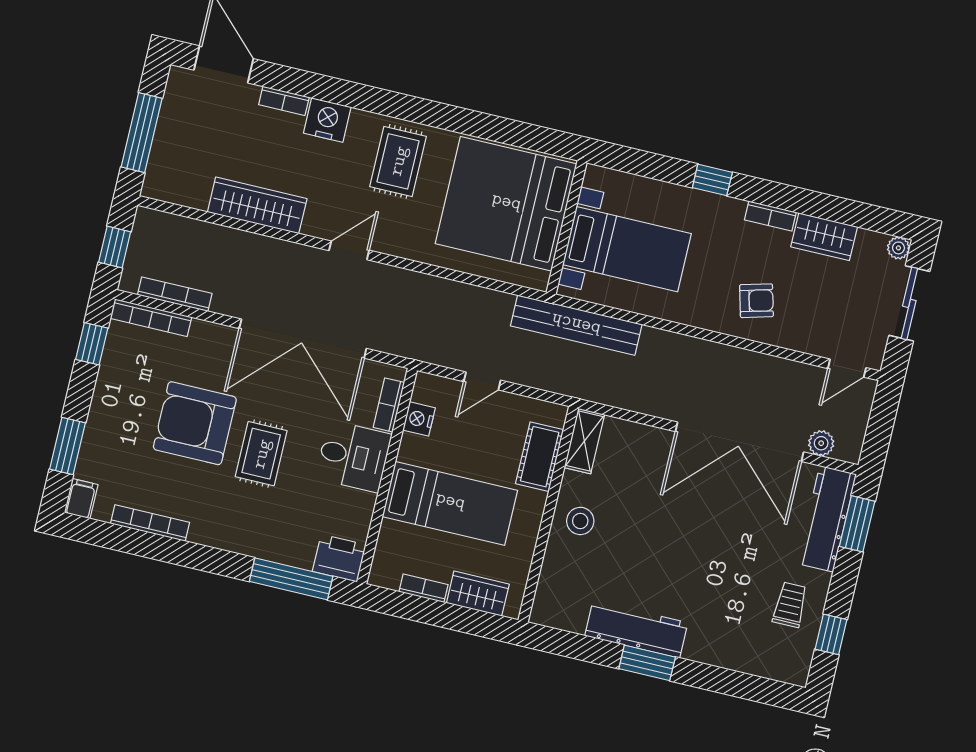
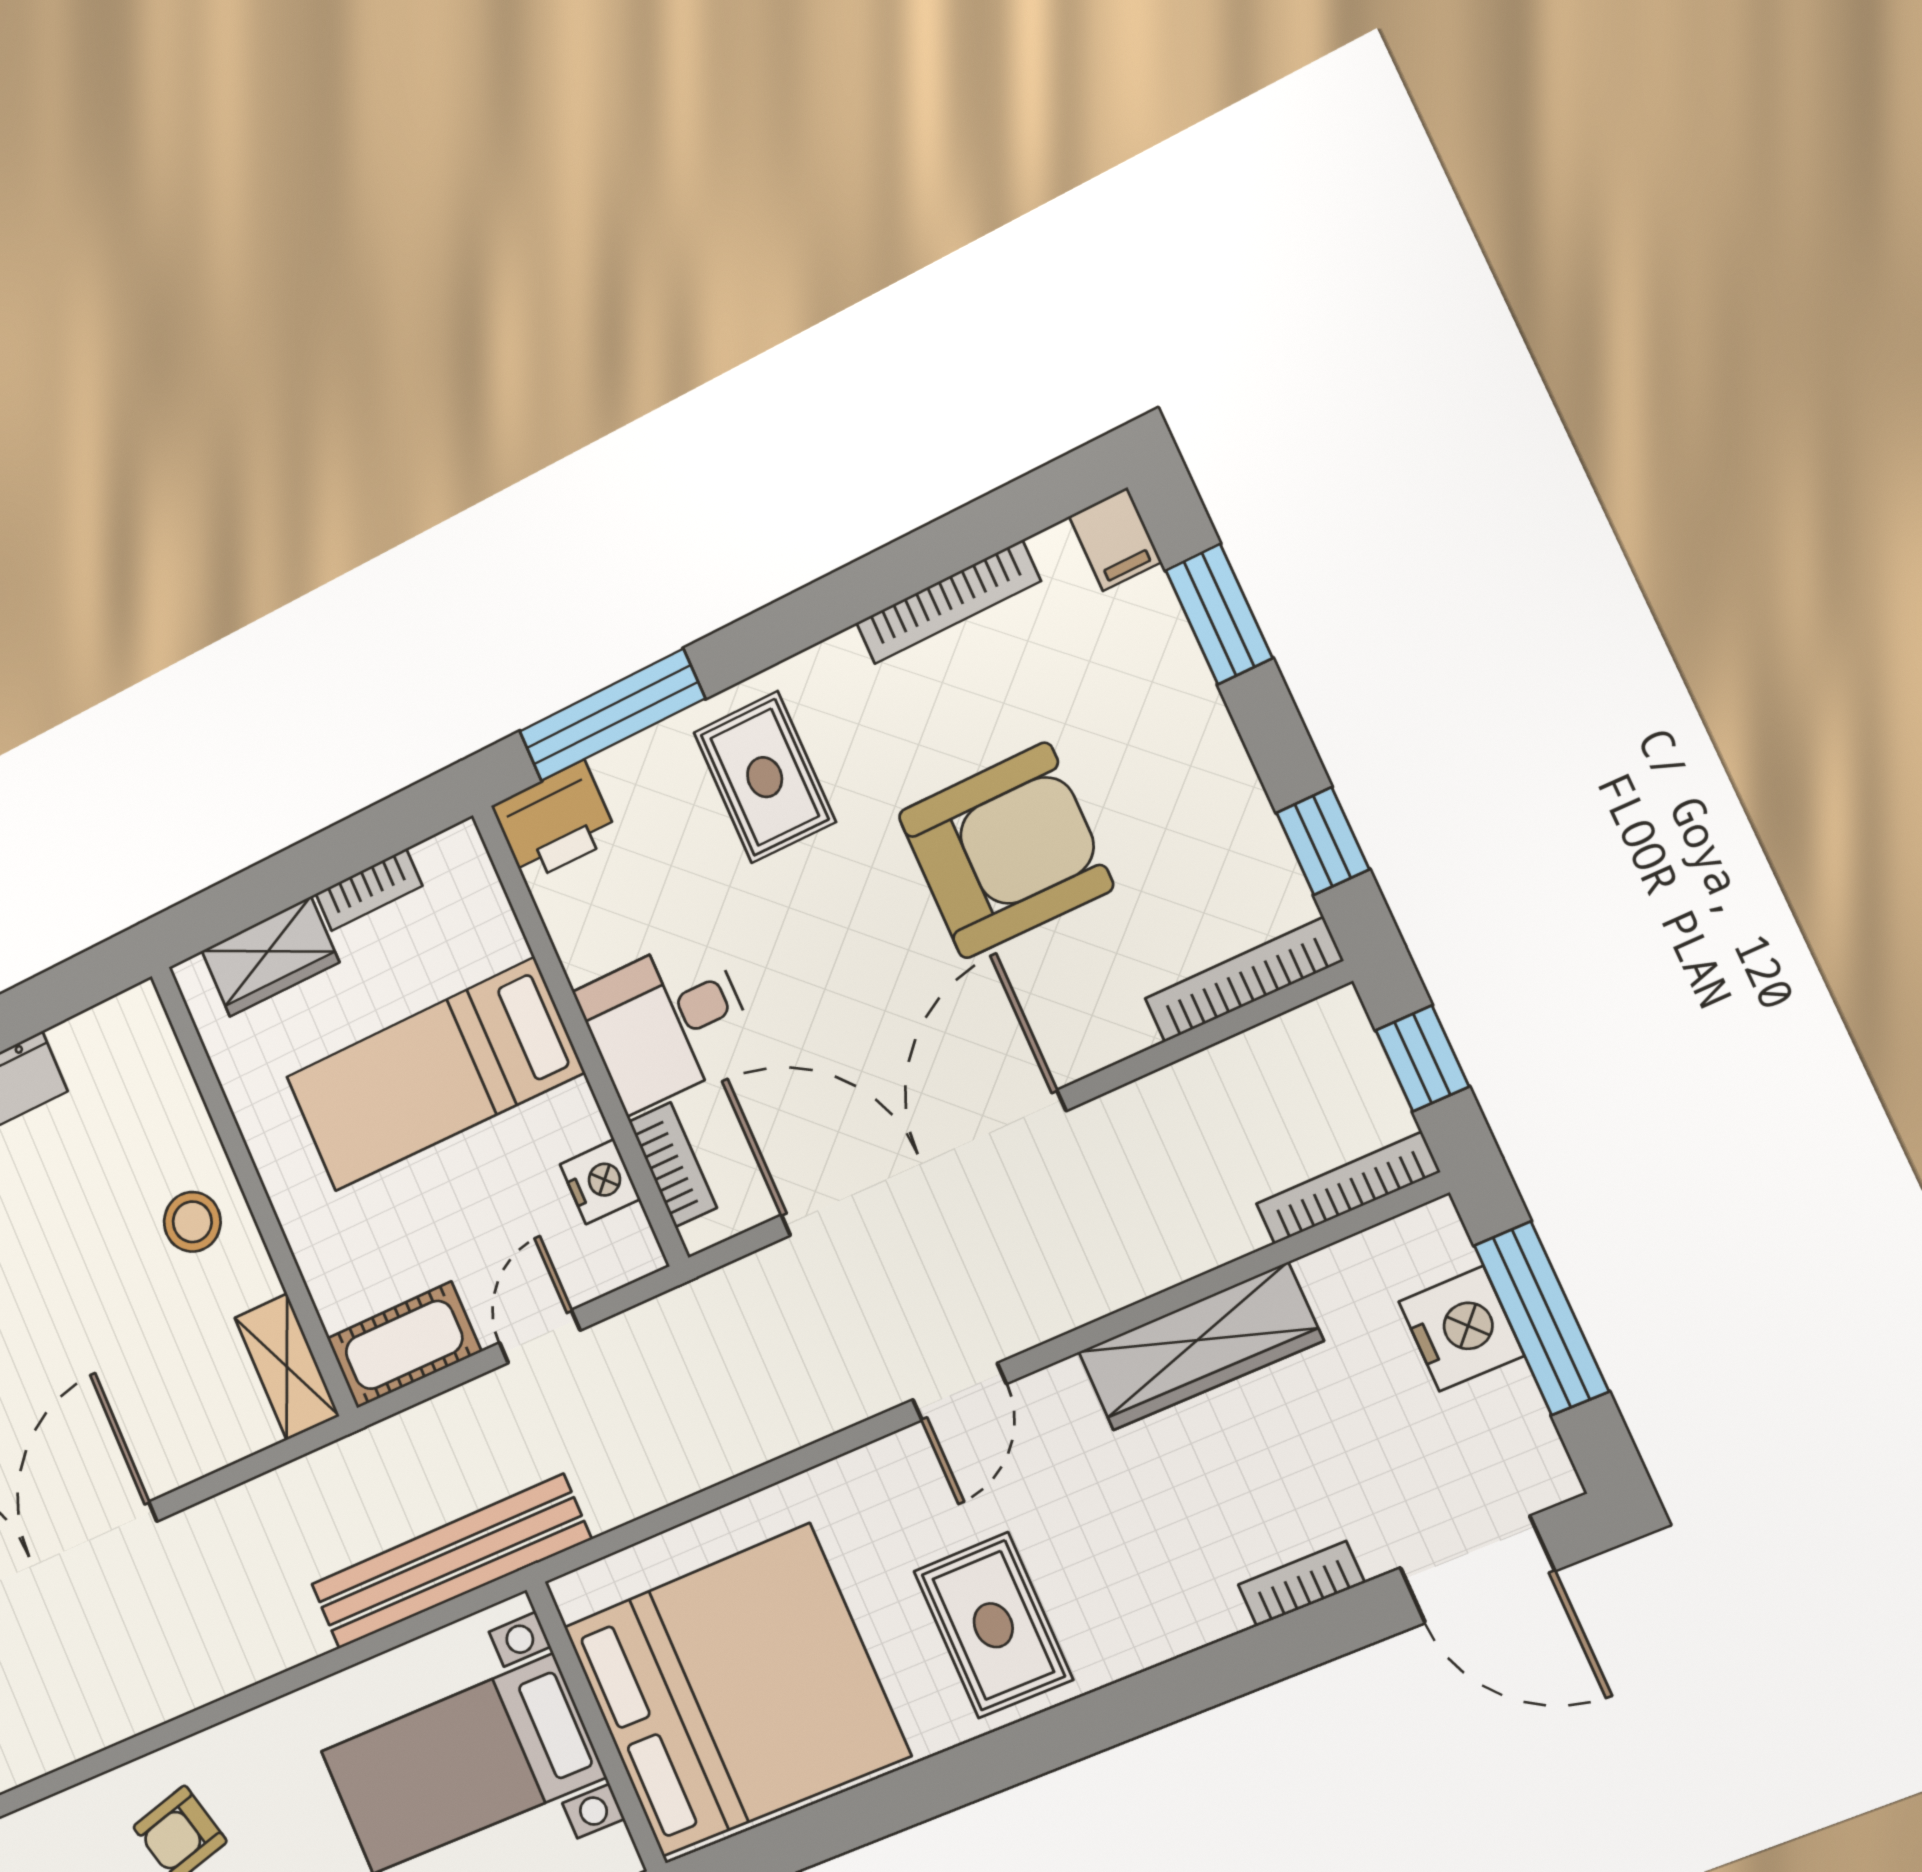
nightstand: (327, 120) -> (1461, 1329), moved, turned -90
bookcase: (175, 294) -> (1348, 1188), moved, turned 180
rug: (261, 454) -> (765, 777), moved
cot: (540, 457) -> (404, 1345), moved, turned 90

